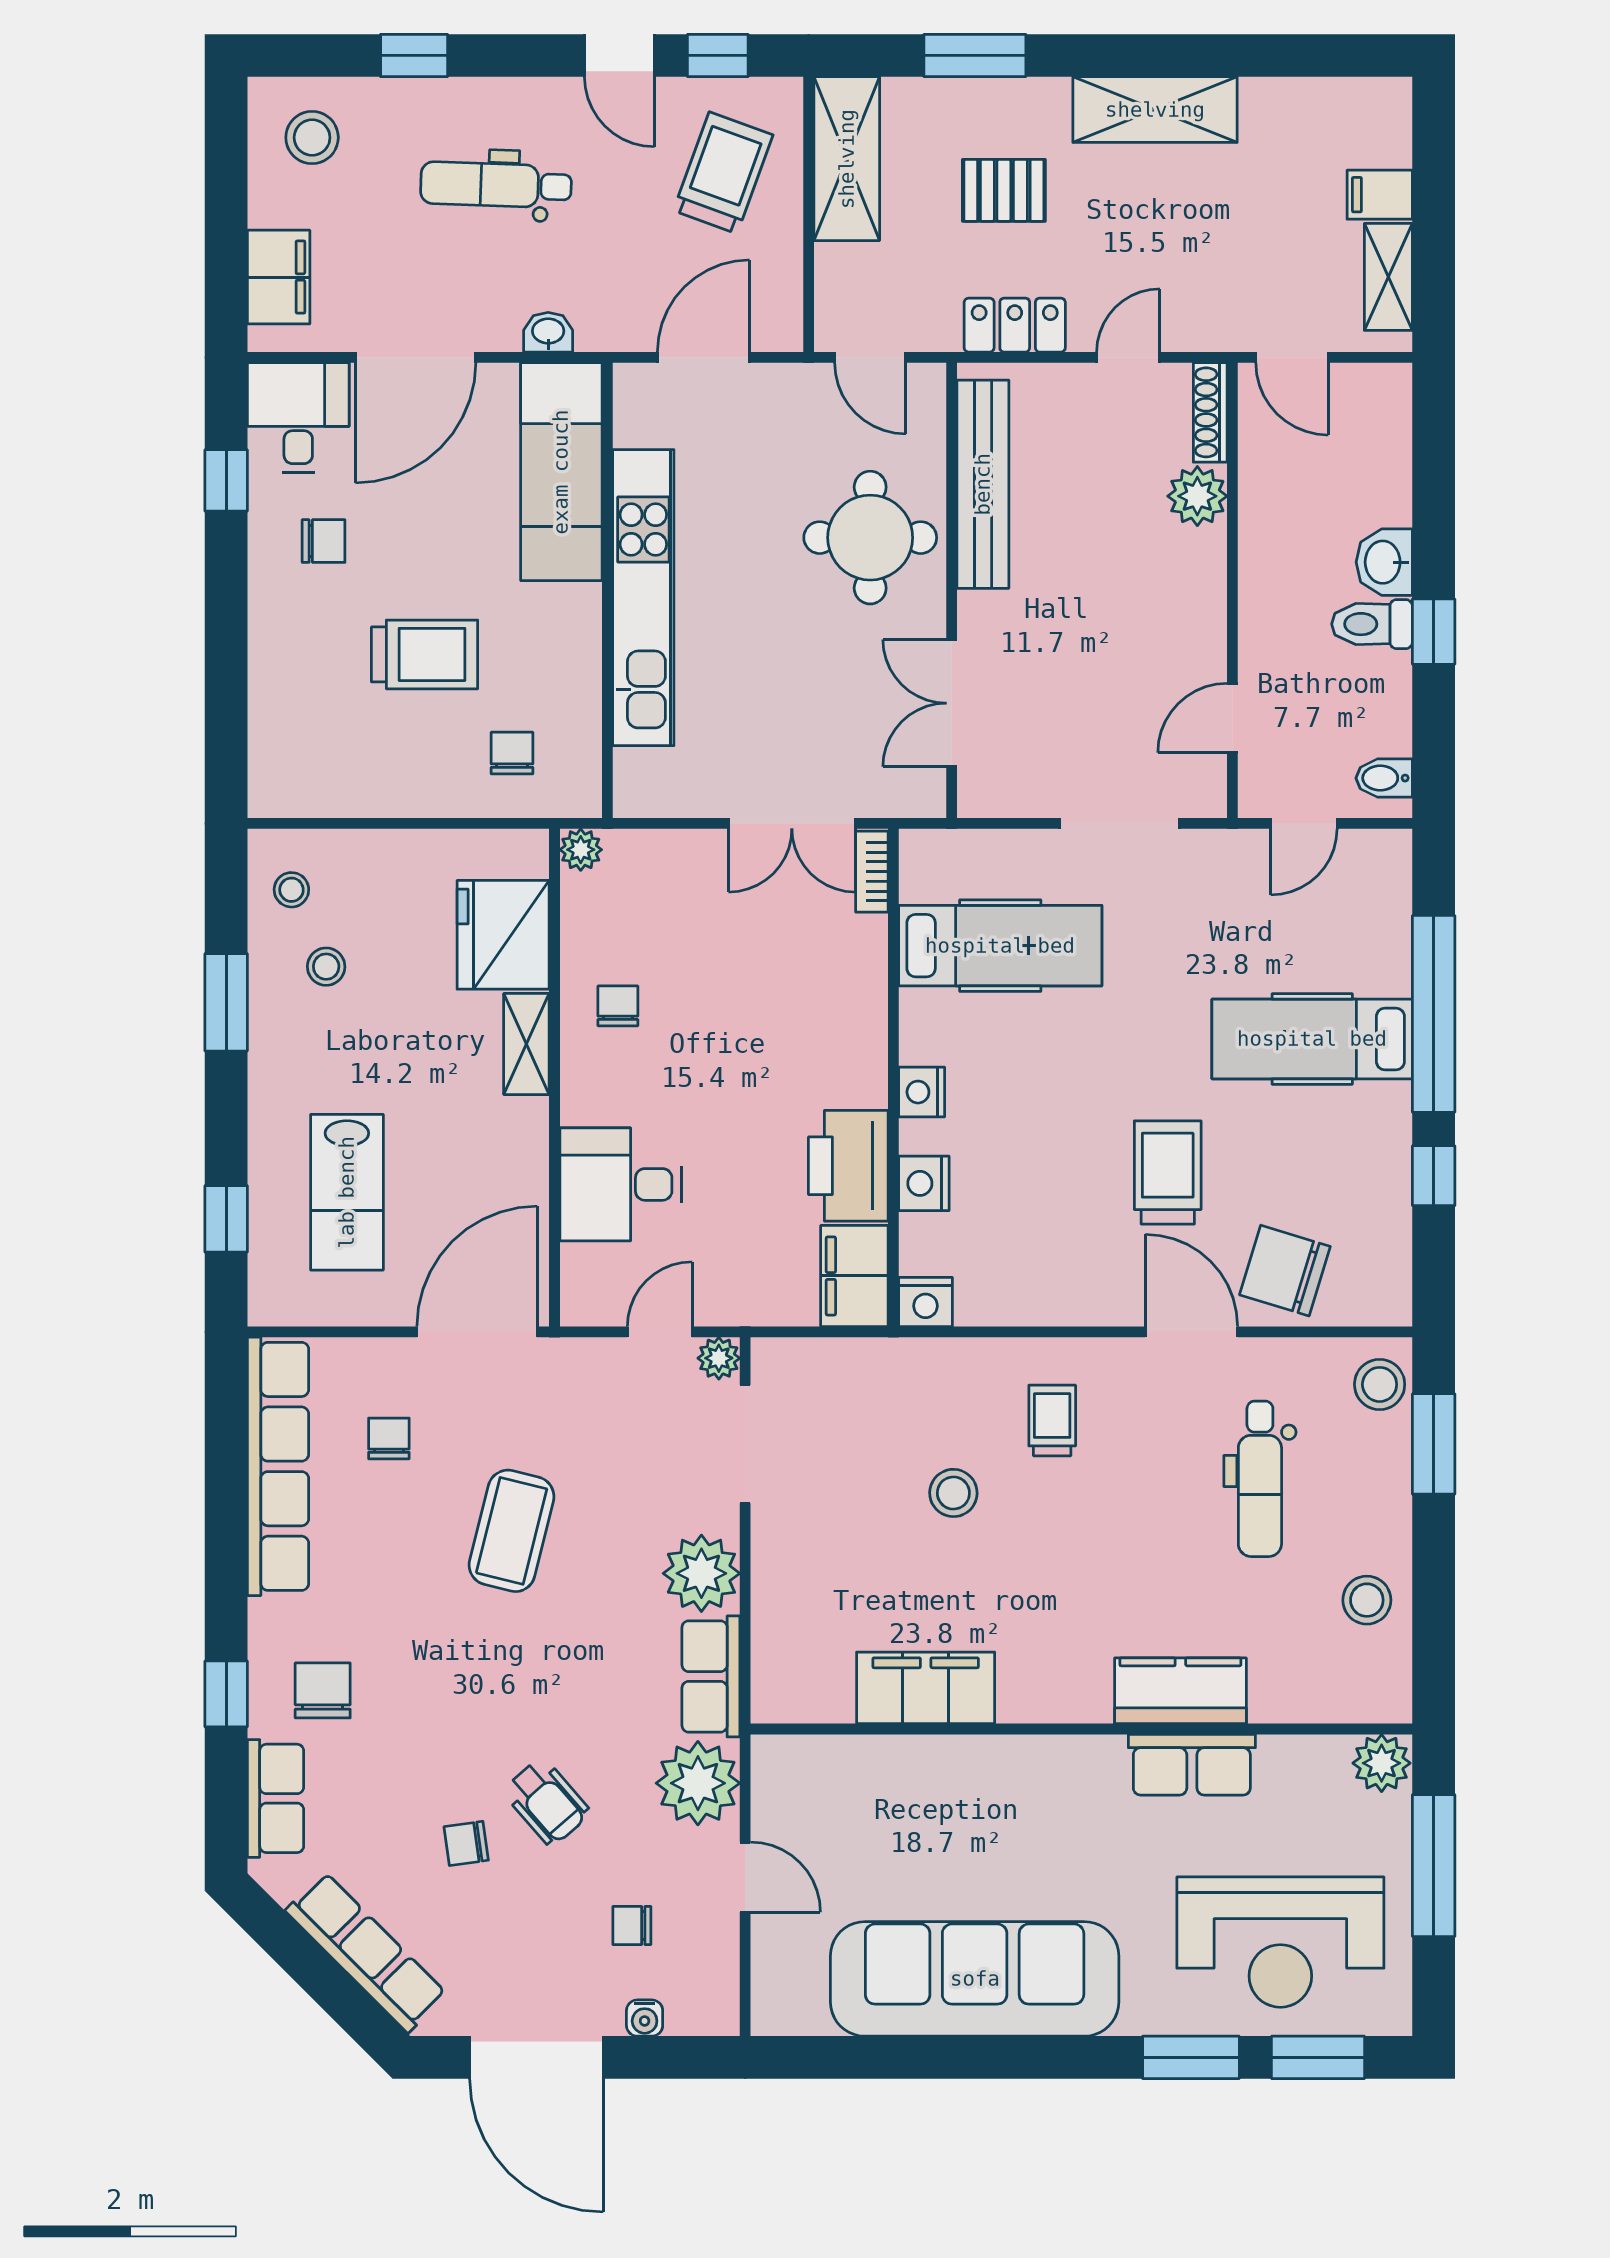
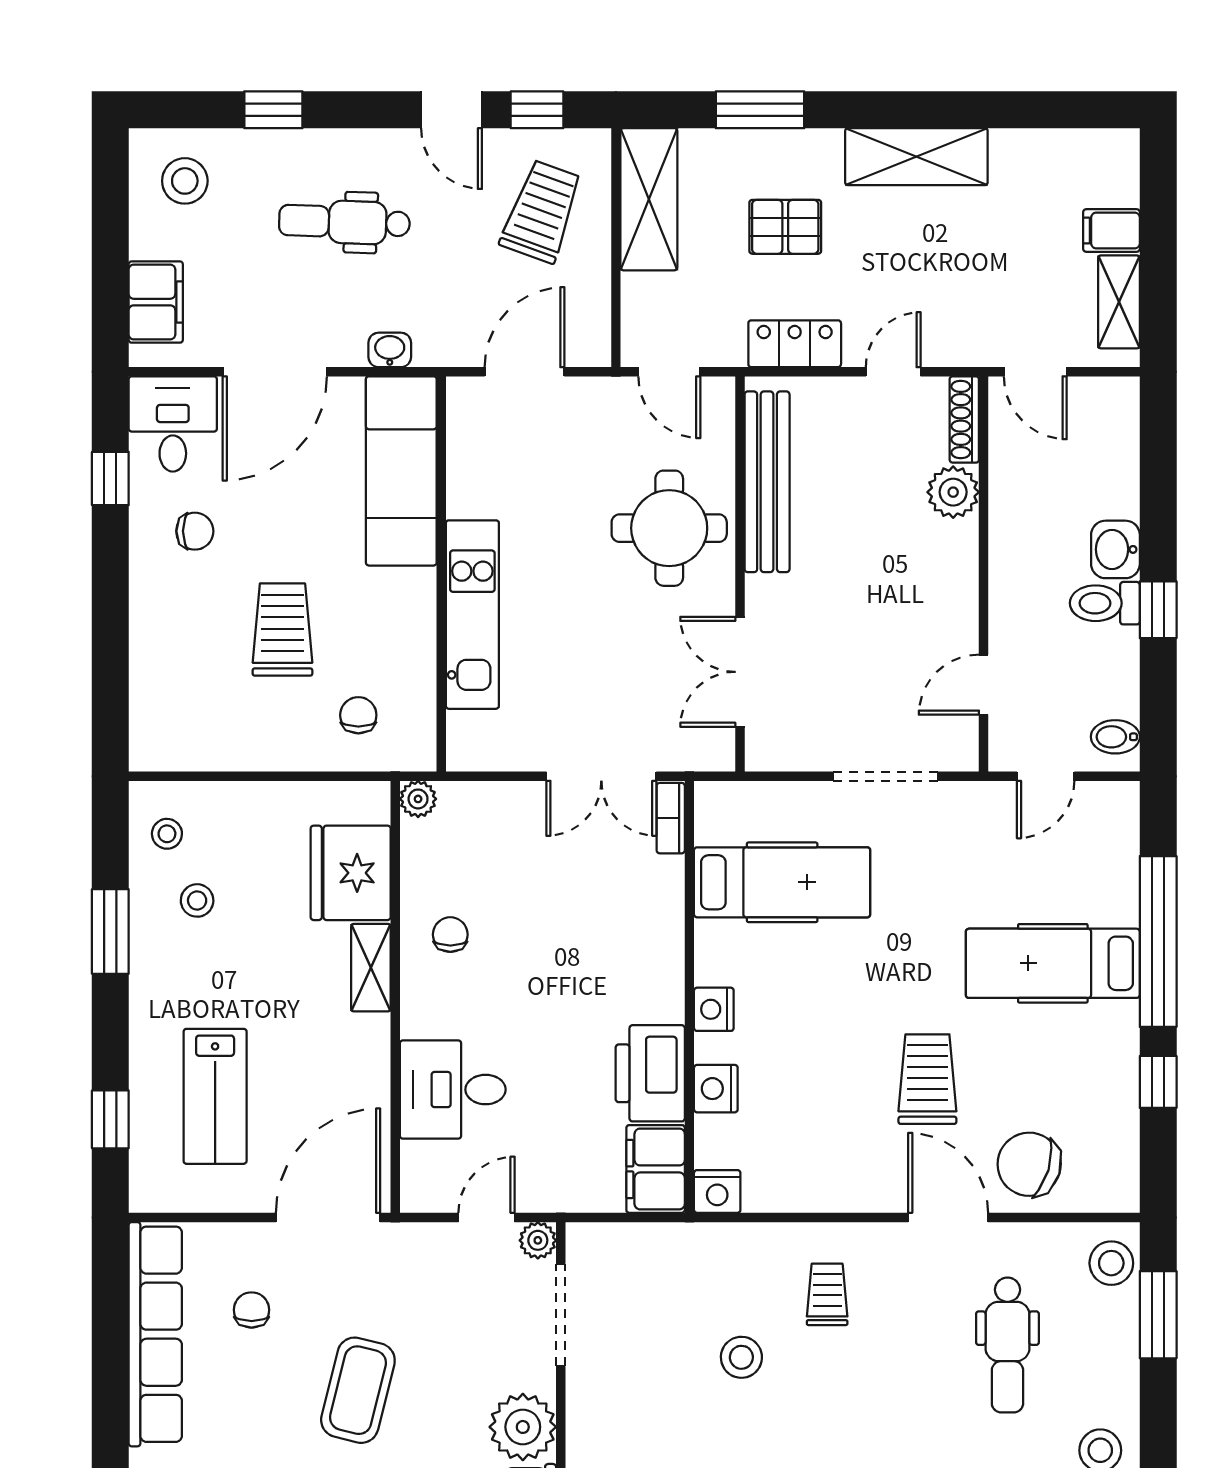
kitchen unit: (643, 598) -> (472, 615), width x0.73
trolley: (425, 654) -> (282, 630), turned -90

